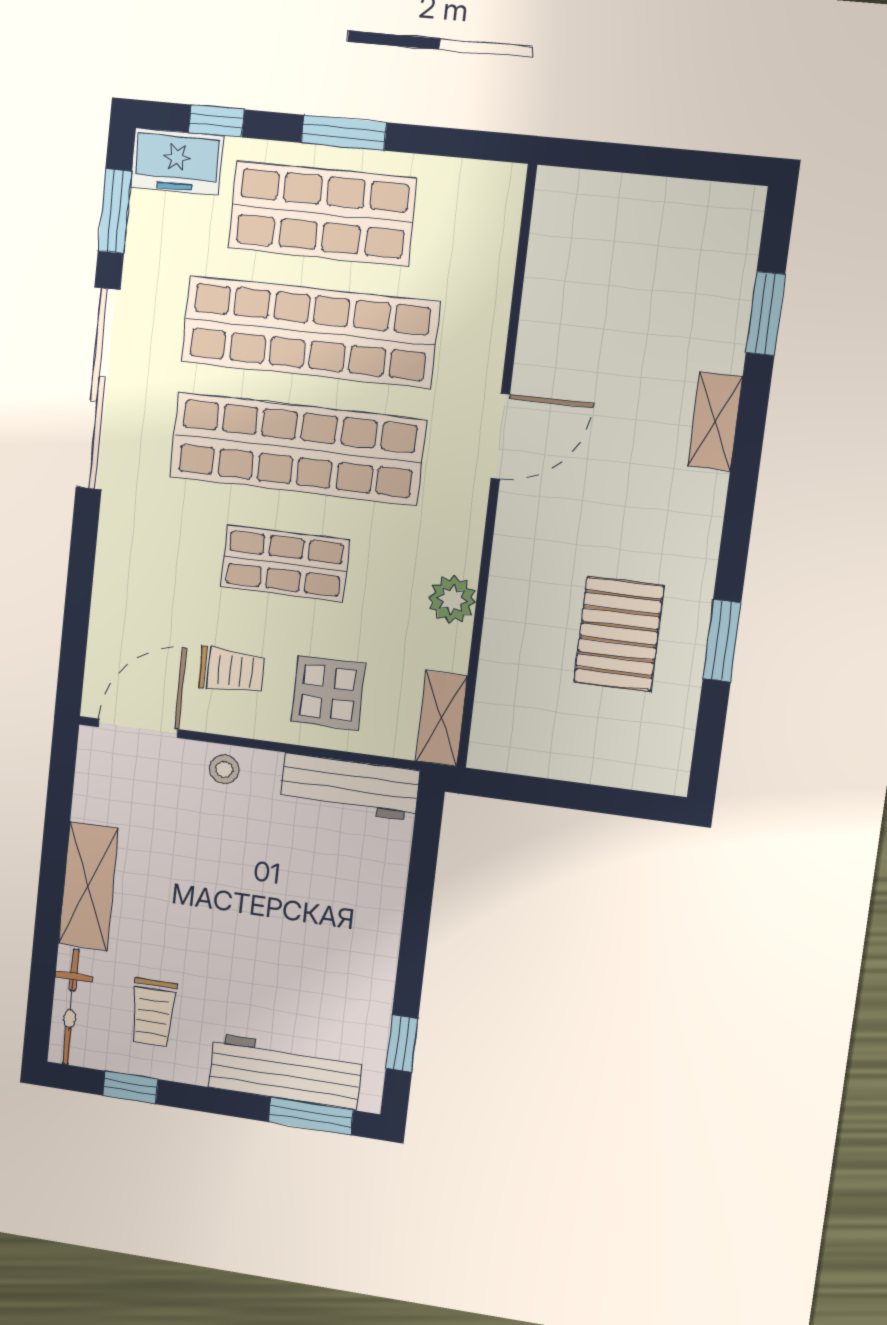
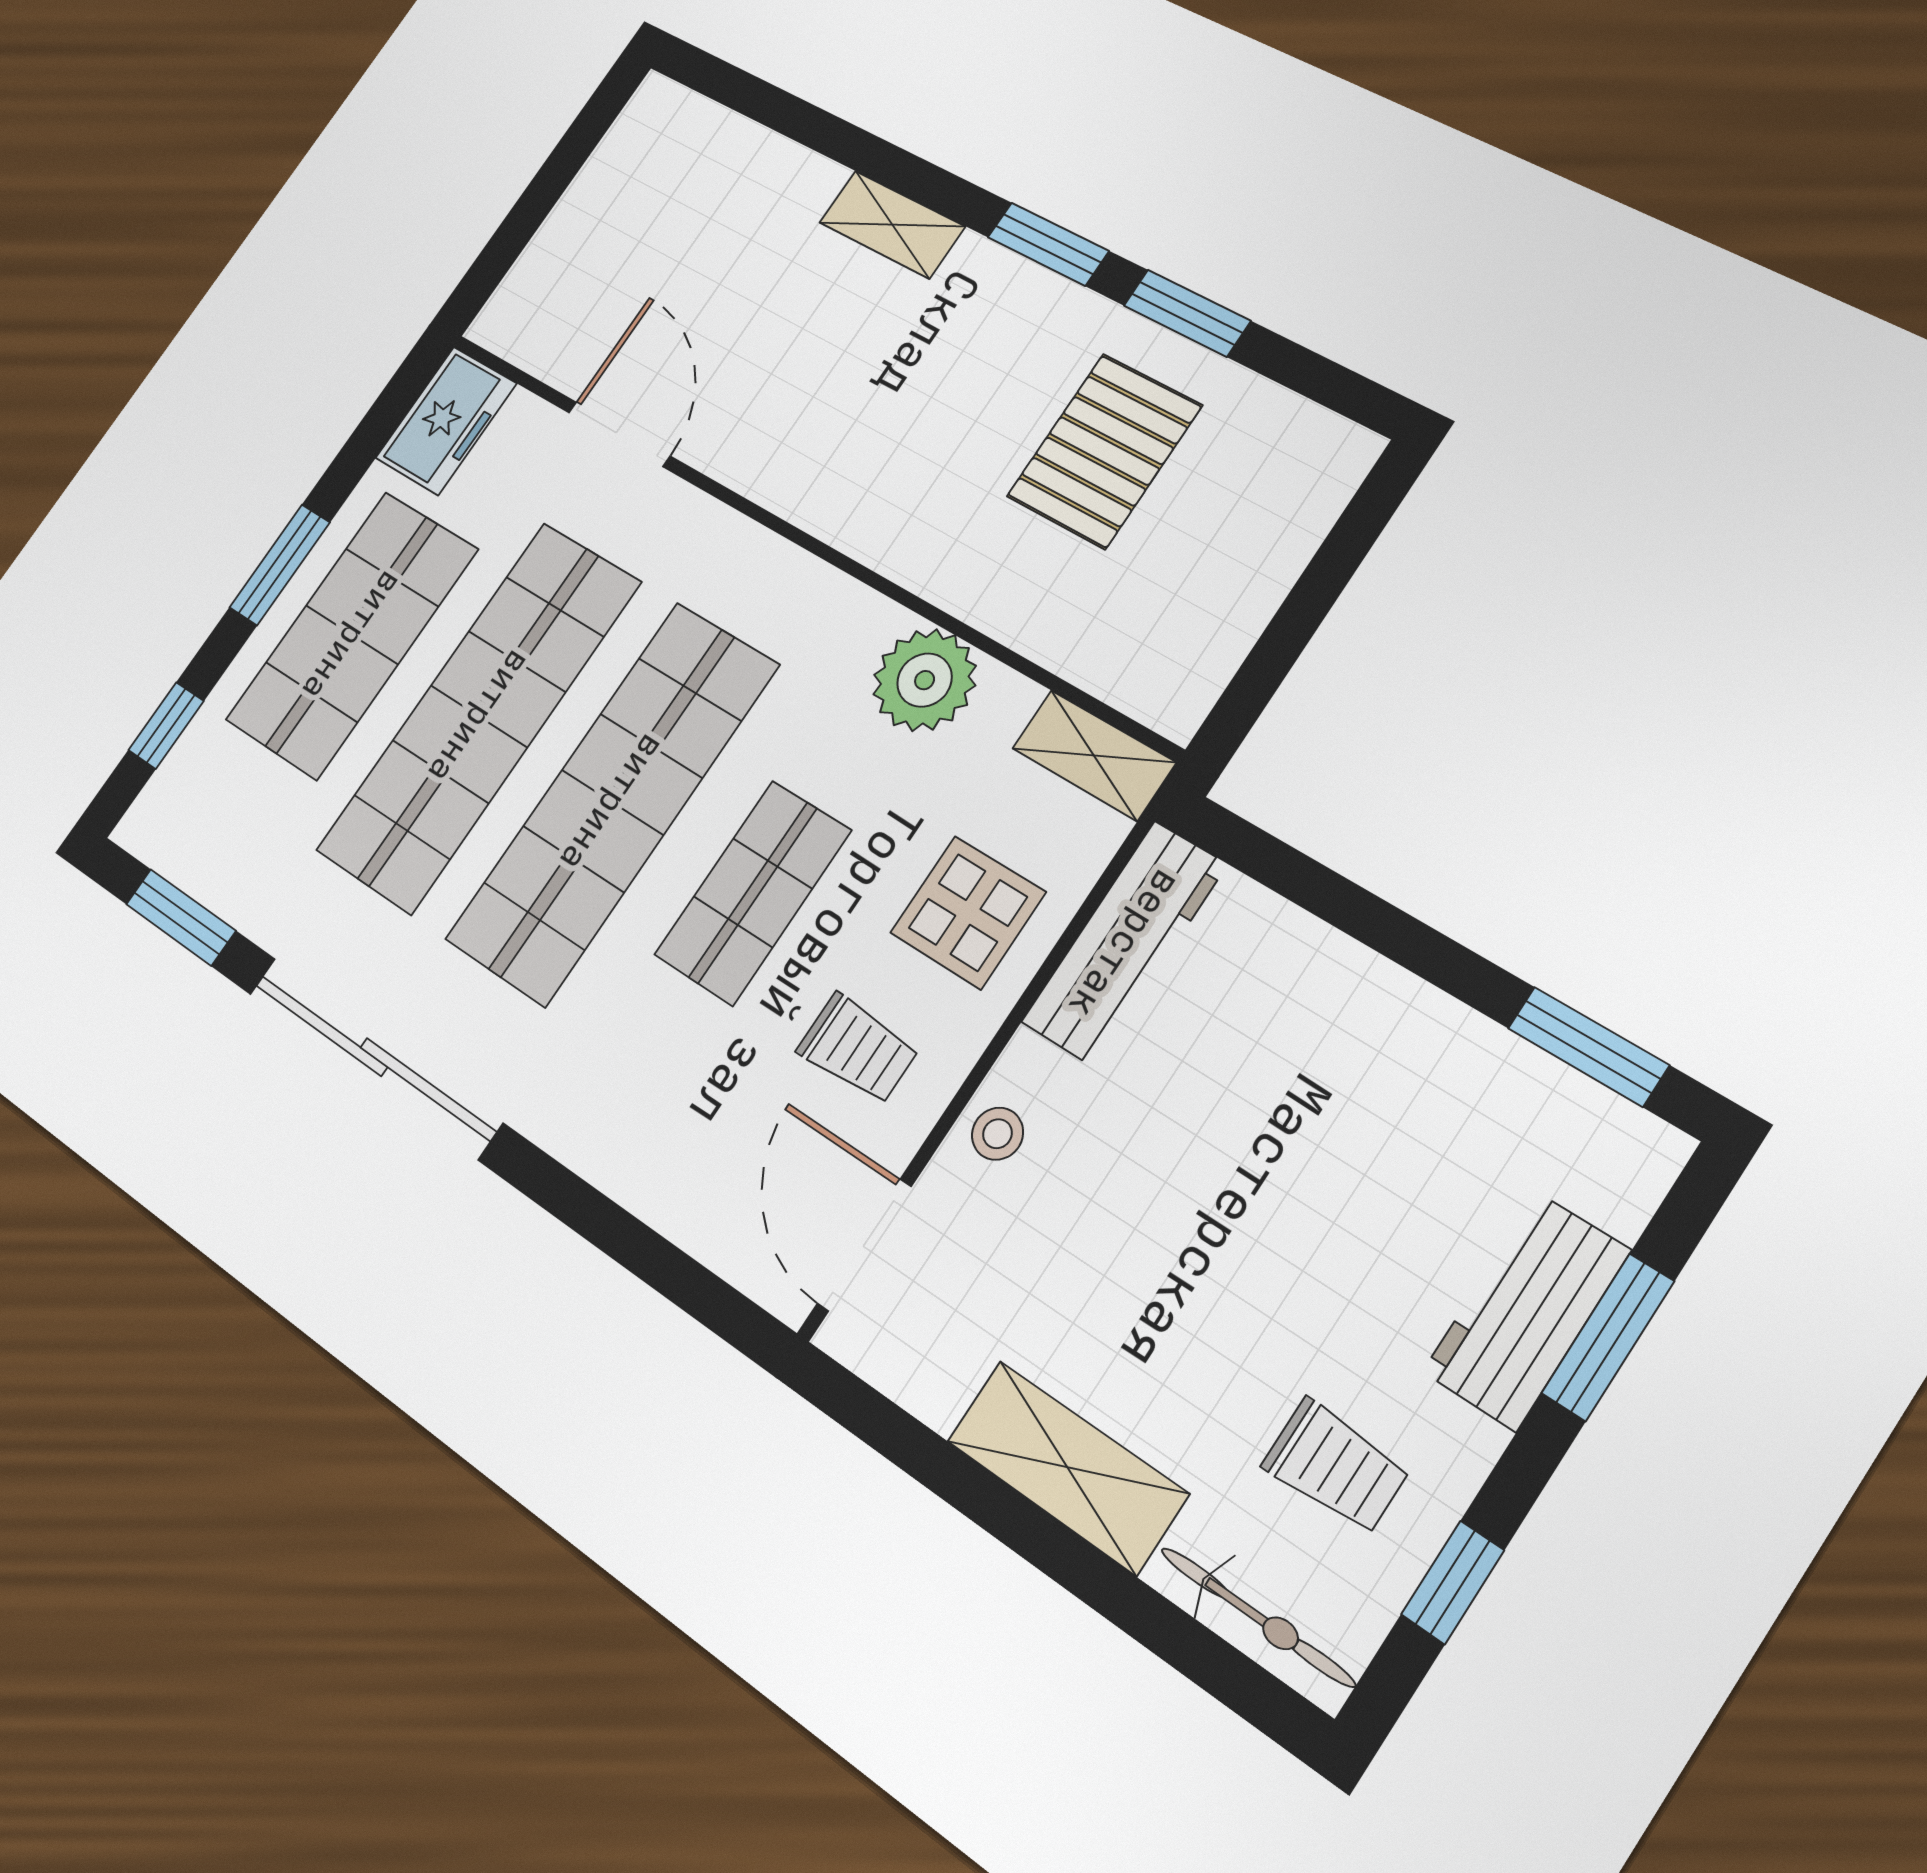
freezer: (177, 162) -> (446, 421), moved
window: (766, 314) -> (1048, 244), moved
door: (500, 436) -> (619, 434), moved
plant: (452, 599) -> (925, 680), width x1.36, depth x1.36
pallet: (619, 634) -> (1104, 451), turned 90
trolley: (231, 671) -> (858, 1049), turned 90
window: (402, 1043) -> (1588, 1047), width x1.50
workbench: (285, 1071) -> (1527, 1311), width x0.73
window: (311, 1116) -> (1608, 1337), moved

